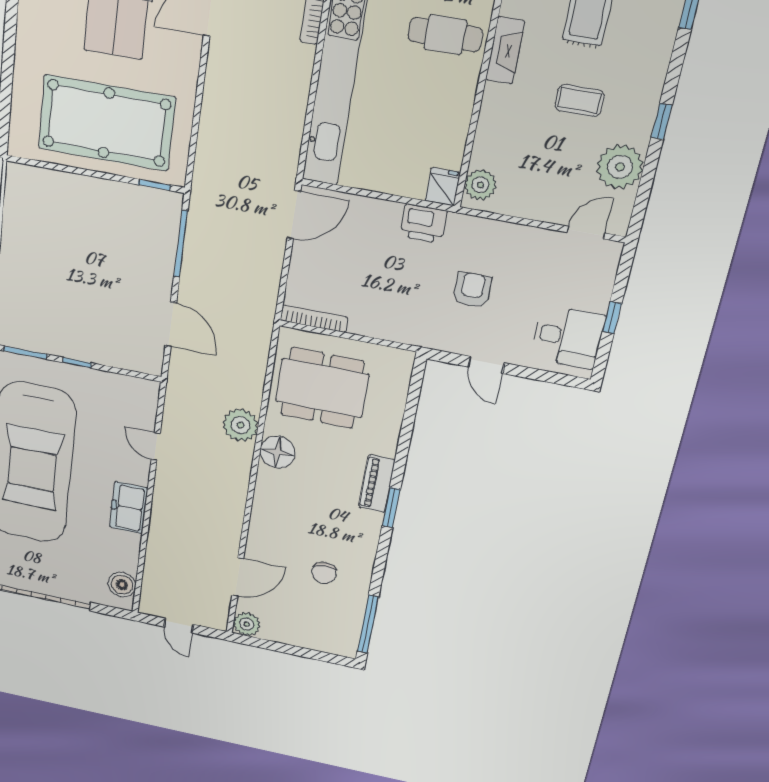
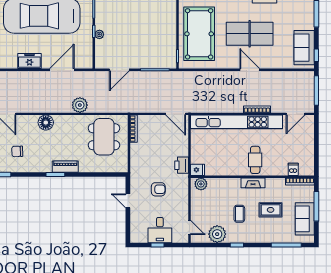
desk: (568, 337) -> (160, 230), moved
plant: (85, 352) -> (99, 34), added
door: (486, 365) -> (128, 201), hinge flipped
door: (156, 446) -> (62, 70), width x1.88
floor lamp: (277, 452) -> (46, 123), moved

